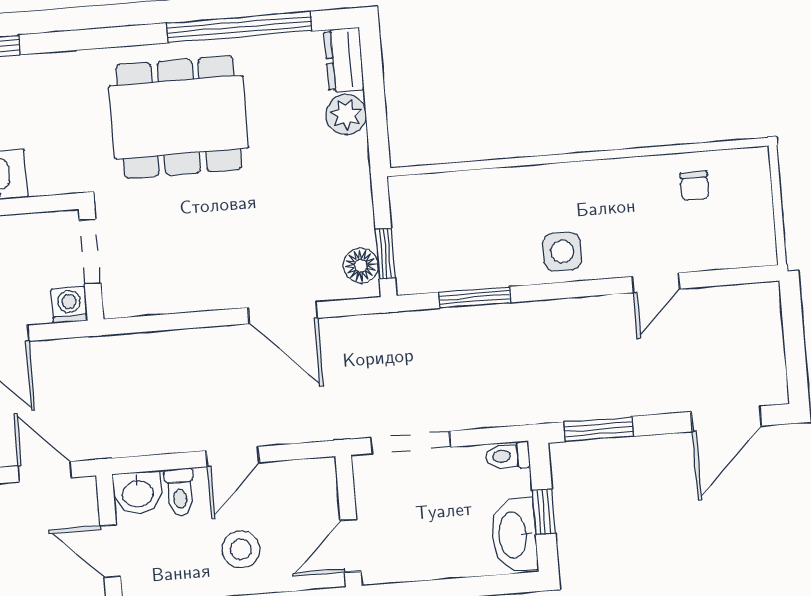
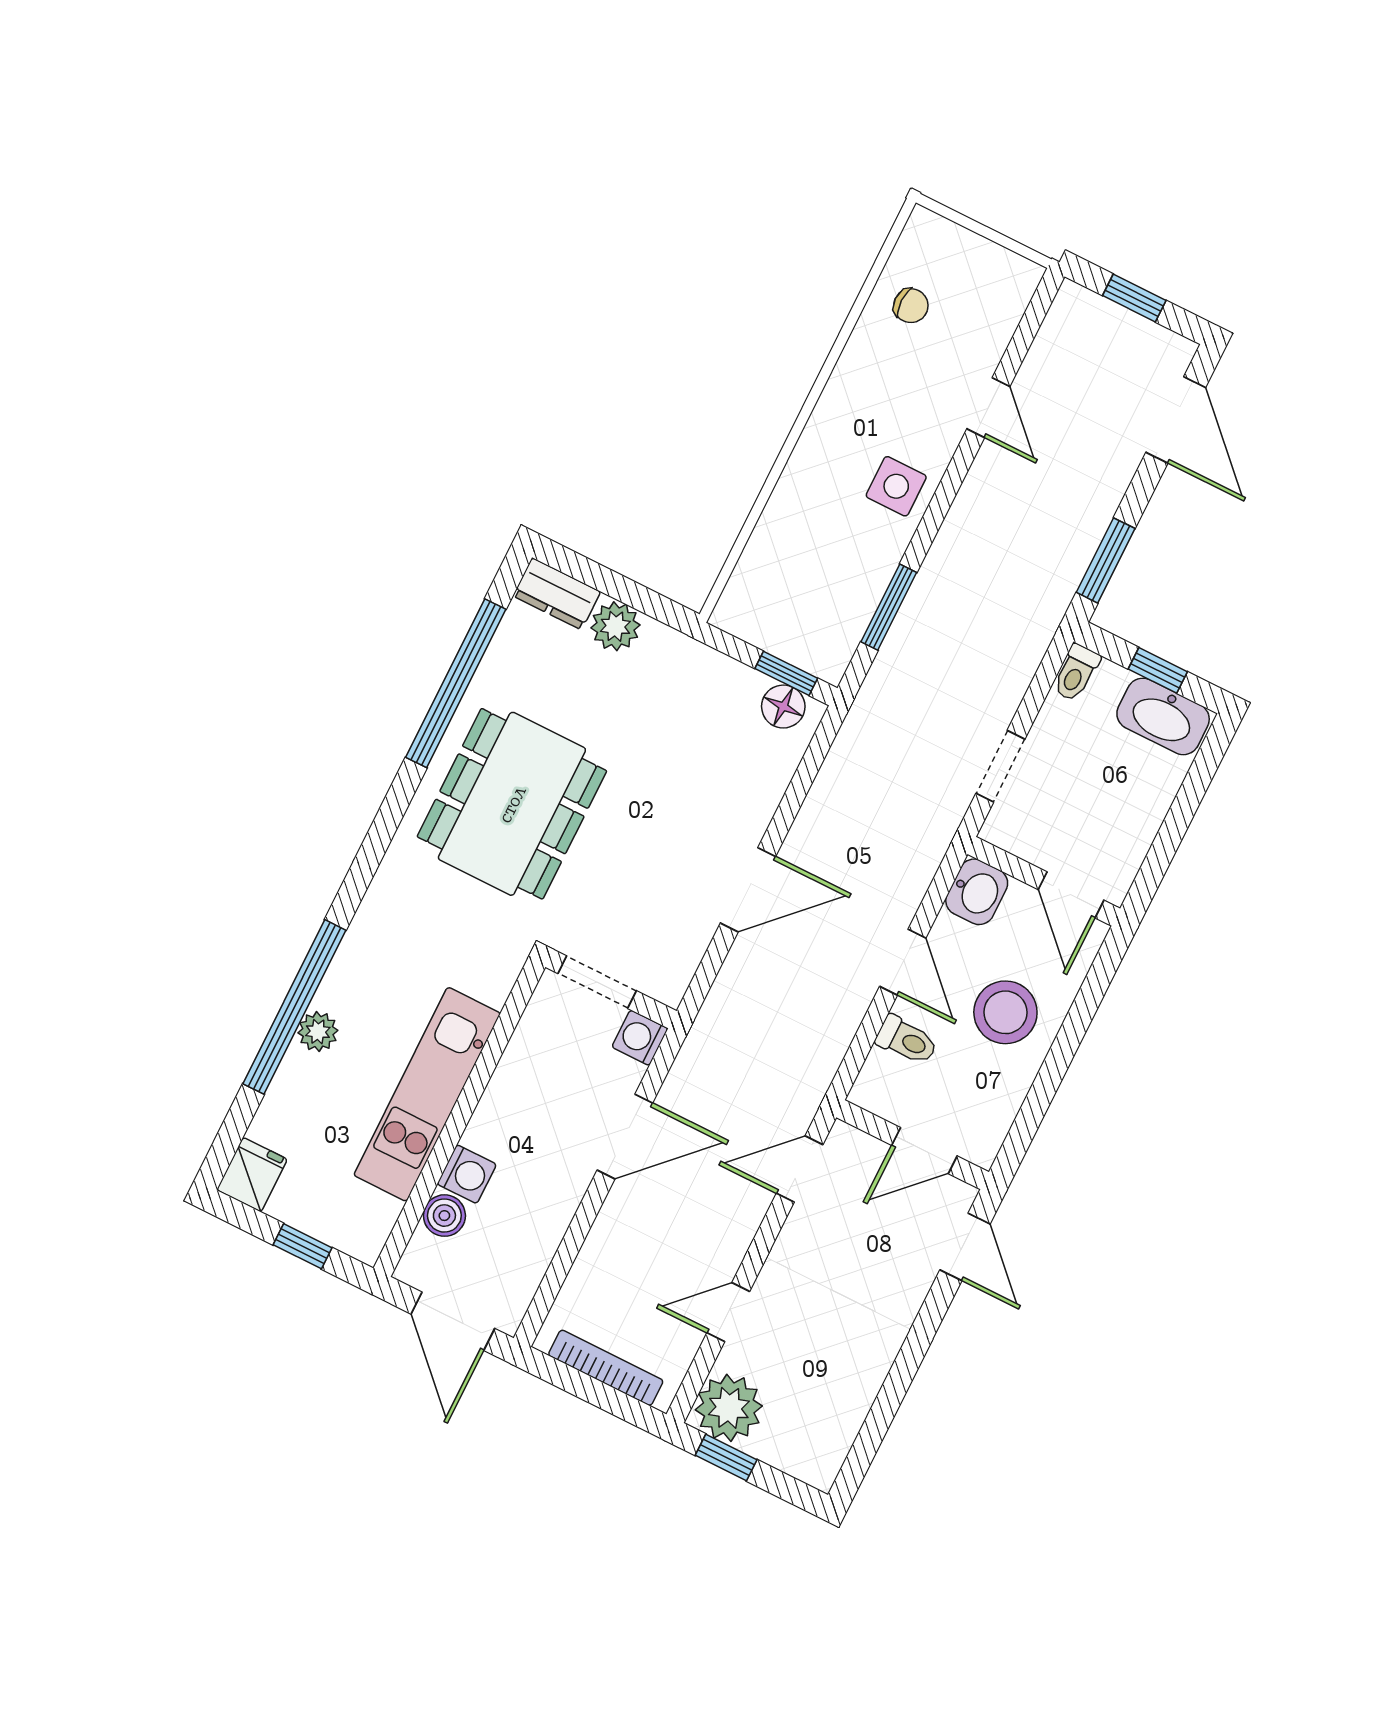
door: (283, 313) -> (748, 890), moved
window: (794, 339) -> (1134, 298), added
doorway: (411, 442) -> (1000, 766), width x0.73
washbasin: (138, 493) -> (977, 892), moved
stool: (241, 549) -> (1005, 1012), width x1.38, depth x1.38

